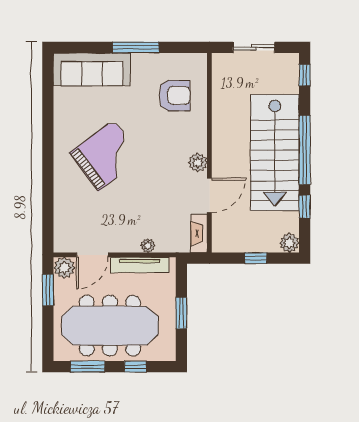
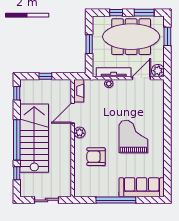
window: (136, 47) -> (116, 200), width x1.46
window: (305, 75) -> (17, 173), moved
armchair: (175, 96) -> (96, 157), moved
grand piano: (106, 155) -> (133, 137), turned 127
window: (305, 207) -> (17, 93), moved
plant: (289, 243) -> (26, 85), removed
window: (48, 290) -> (167, 36), moved

